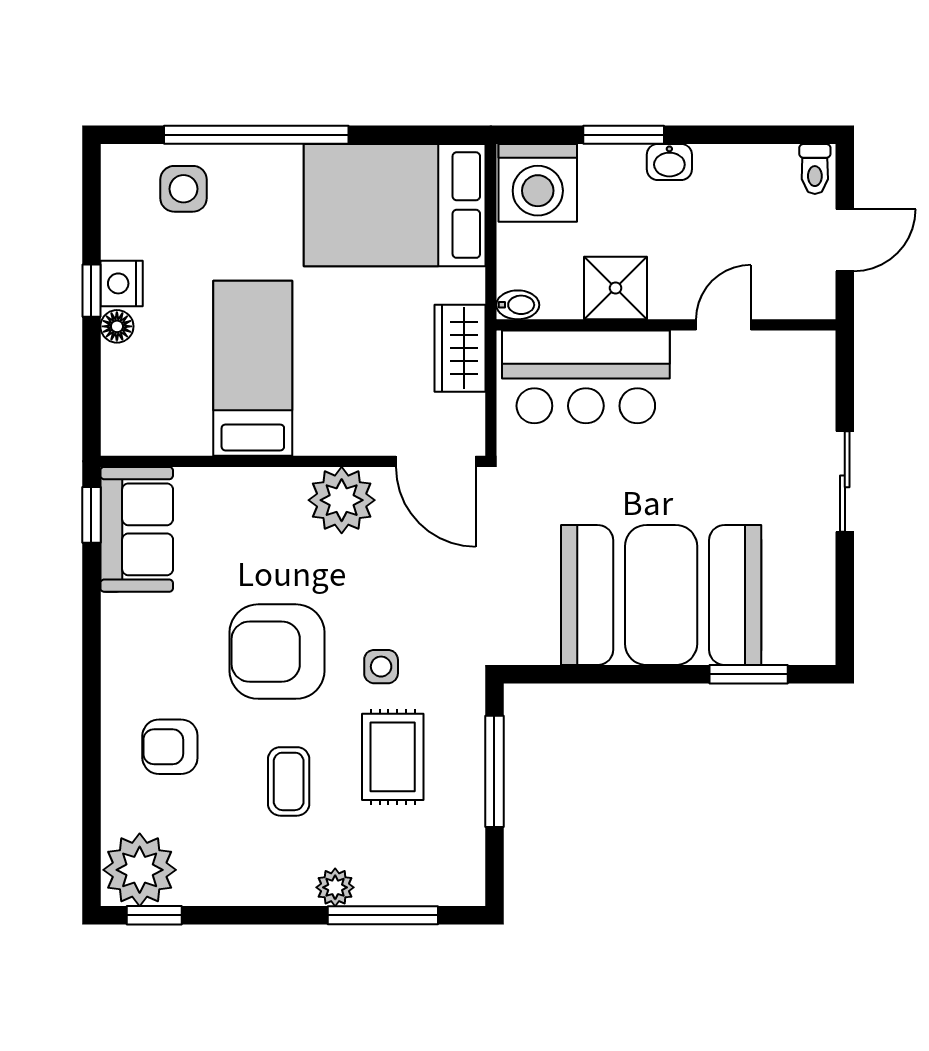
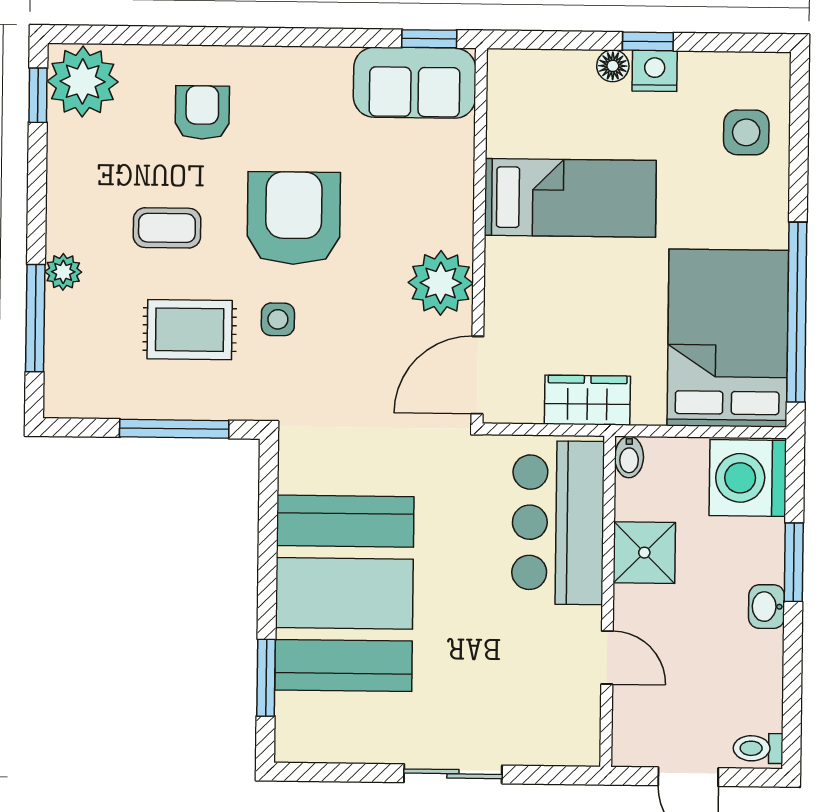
window: (256, 135) -> (797, 312), moved

